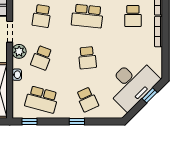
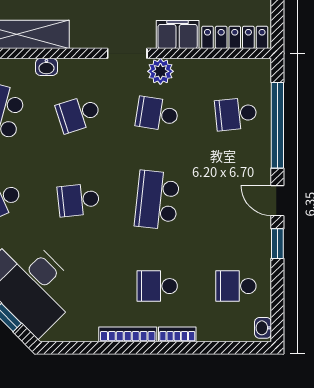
plant: (19, 51) -> (160, 71), moved
school desk: (42, 58) -> (78, 114), turned -39

